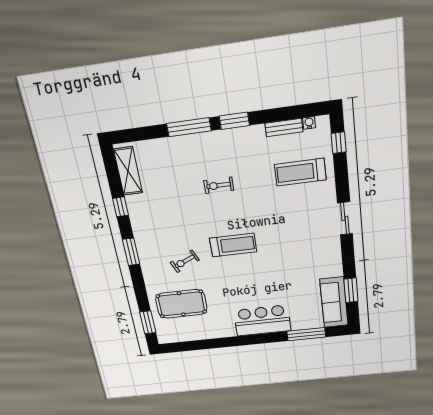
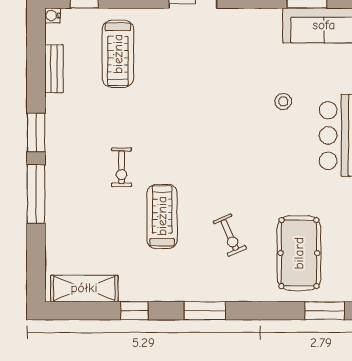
water cooler: (309, 123) -> (52, 16), moved
treadmill: (233, 245) -> (162, 216), moved
stool: (280, 284) -> (283, 101), added

